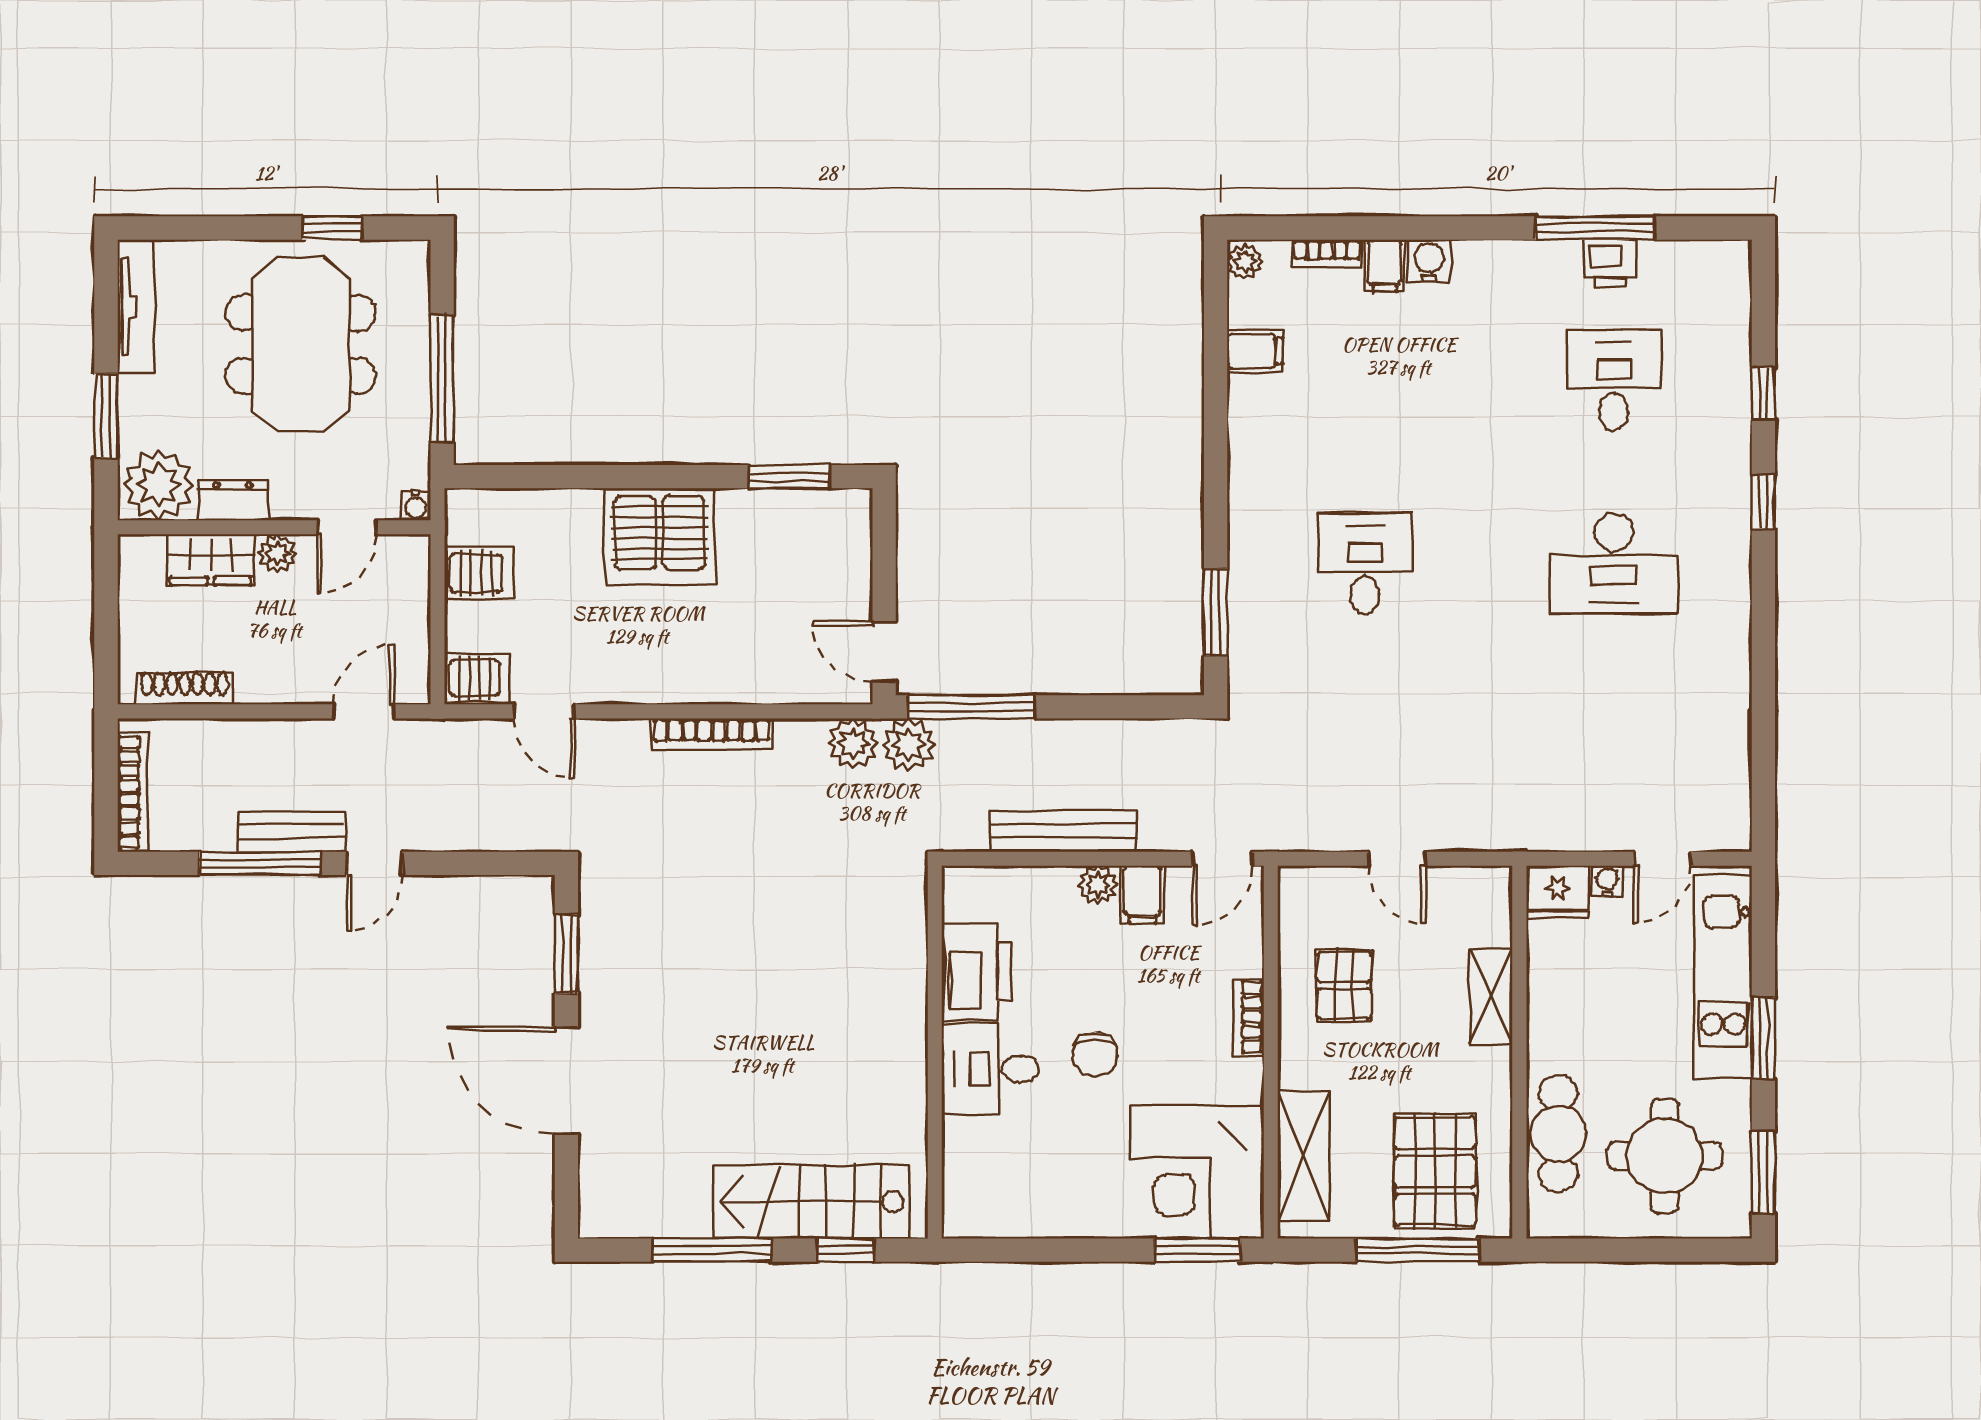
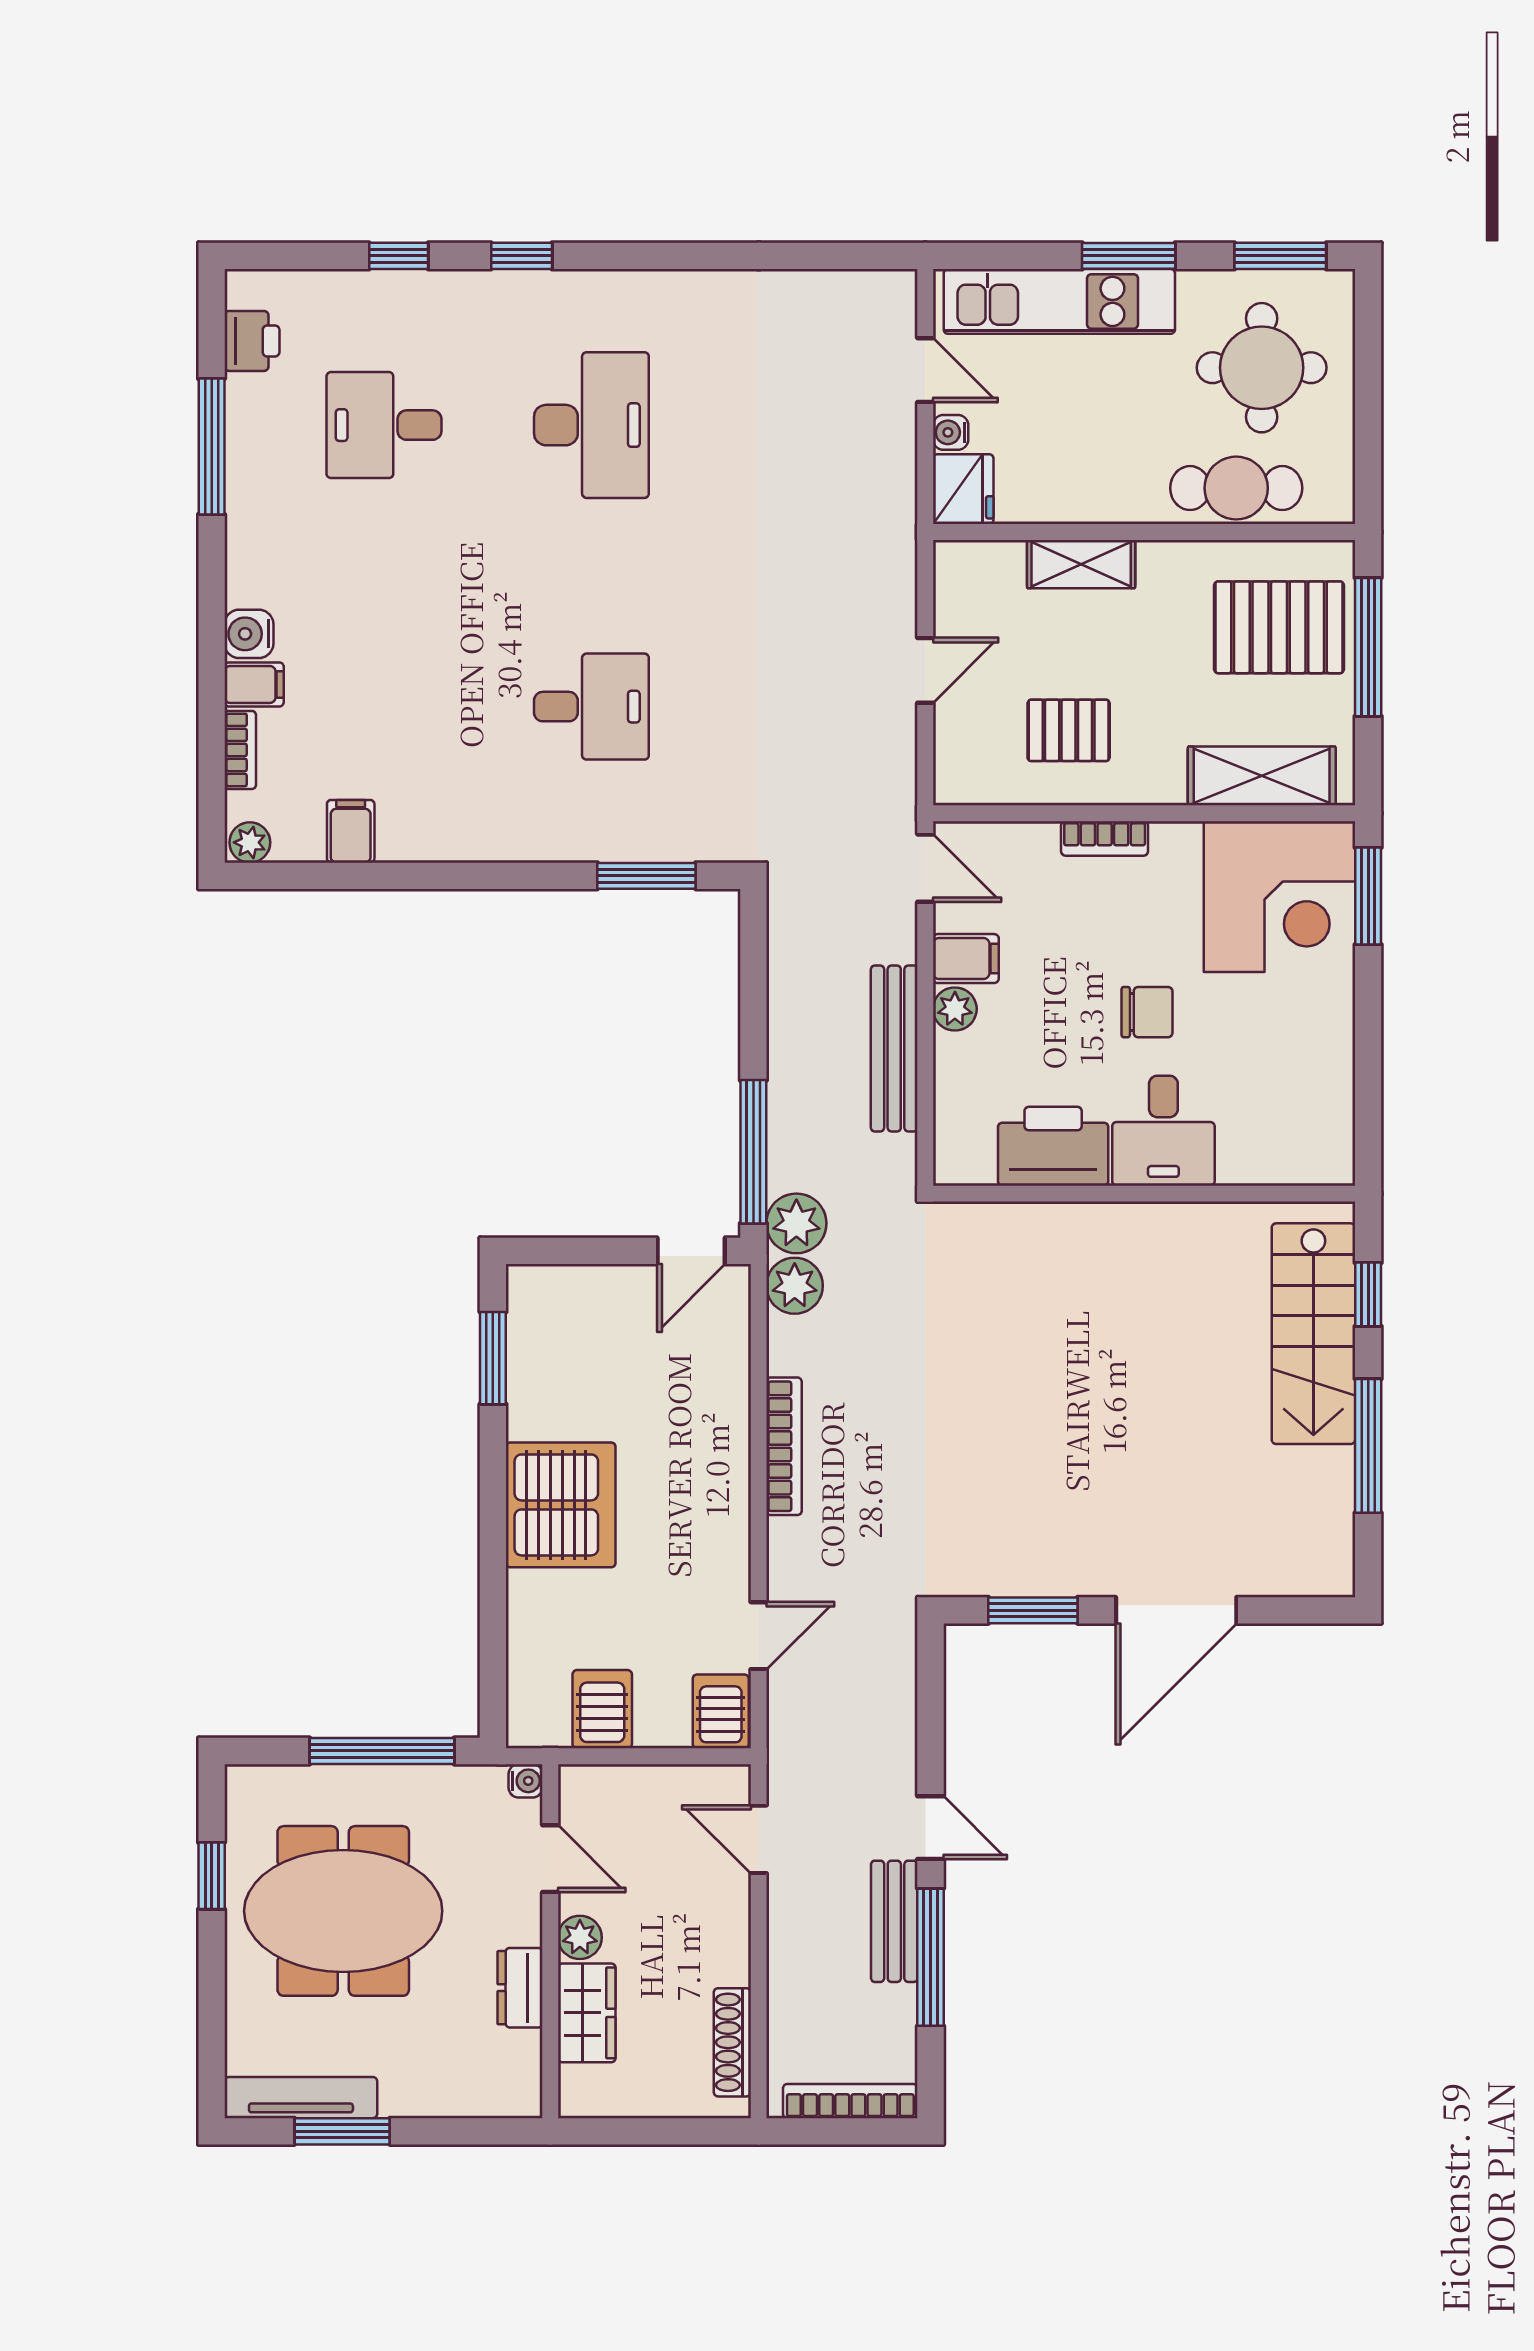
printer: (1610, 264) -> (252, 341), moved
window: (106, 416) -> (342, 2131), moved
plant: (159, 485) -> (502, 2072), removed
desk: (1365, 564) -> (591, 707), turned 180

